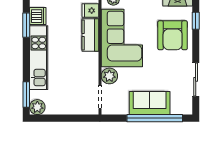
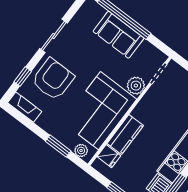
sliding door: (196, 79) -> (53, 36), moved

